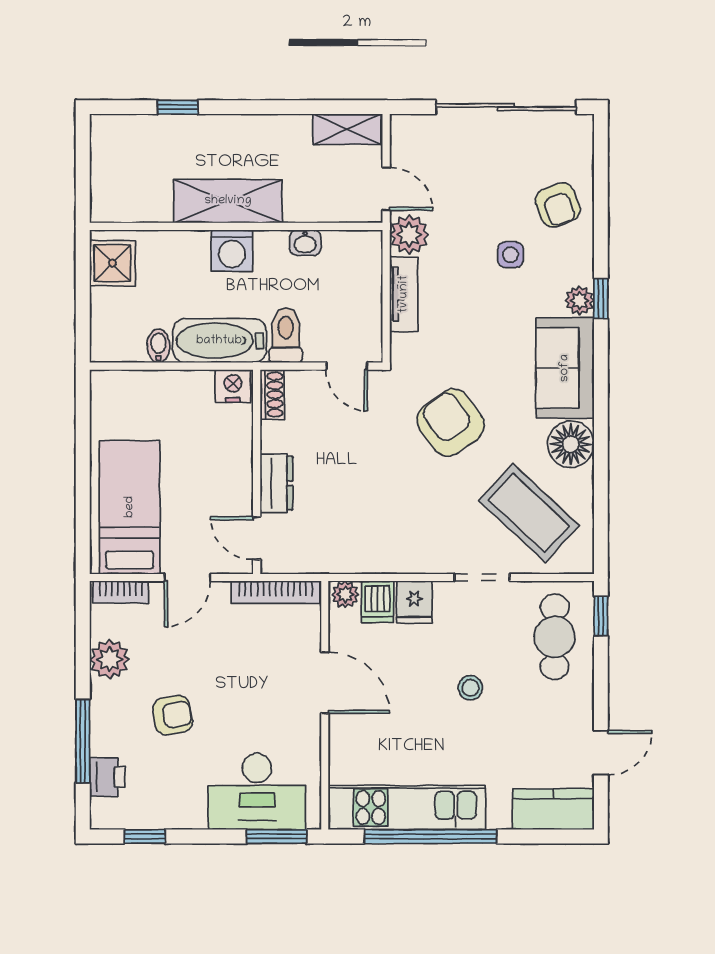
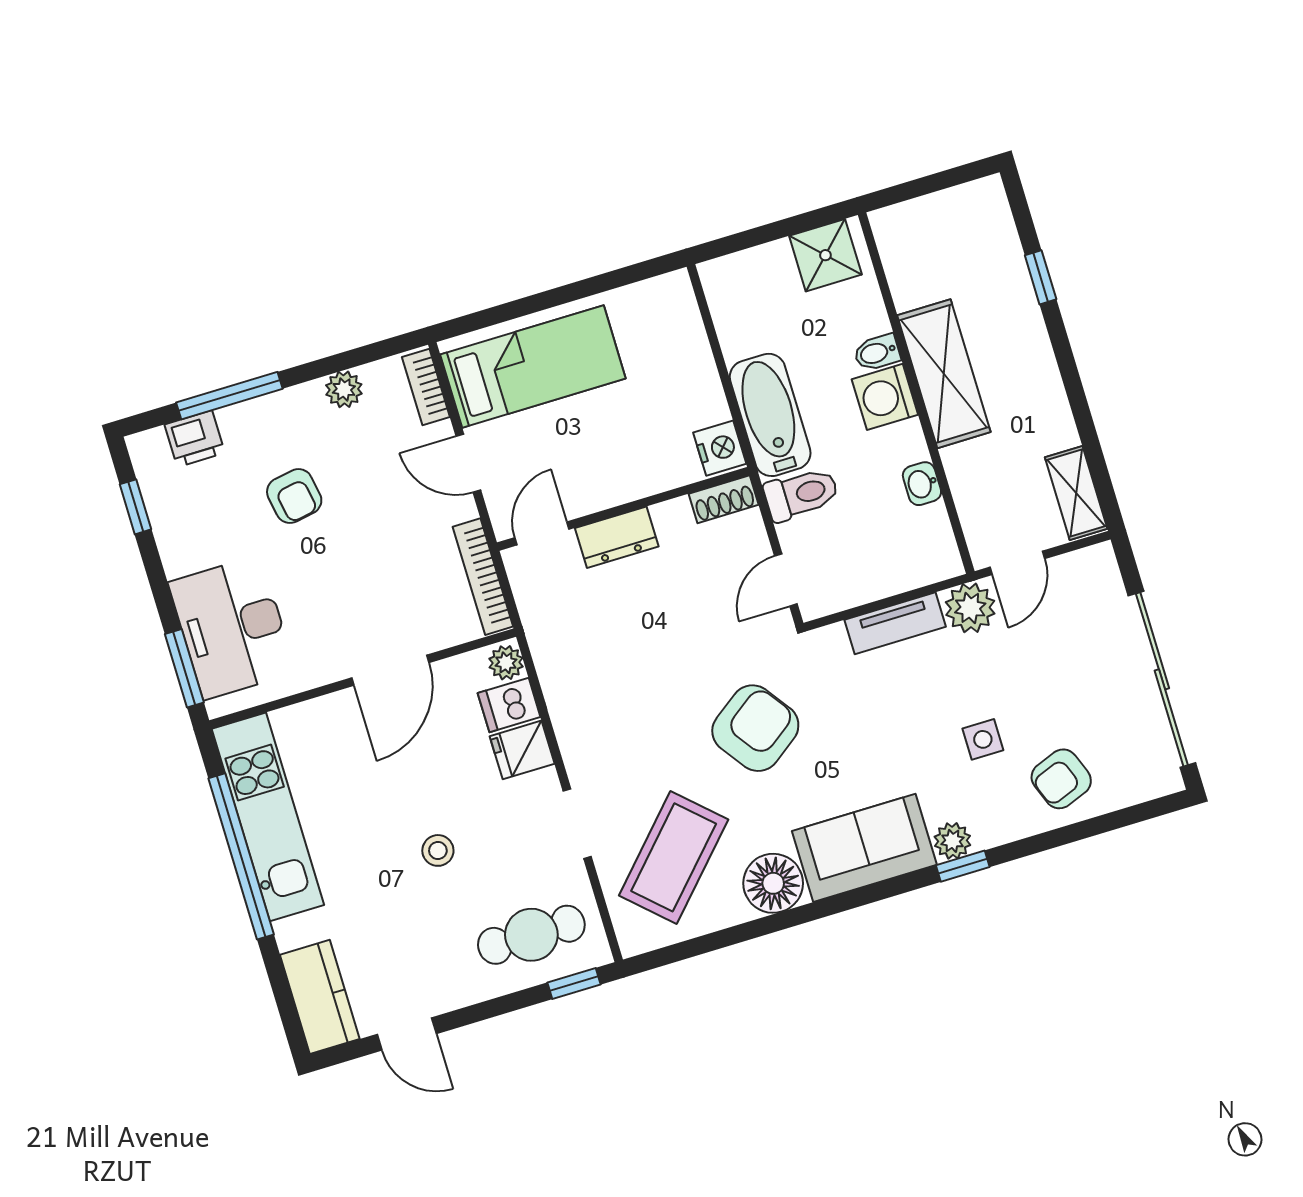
bidet: (159, 346) -> (877, 353), moved, turned 180
plant: (109, 659) -> (344, 389), width x0.73, depth x0.73

